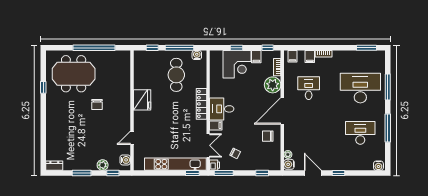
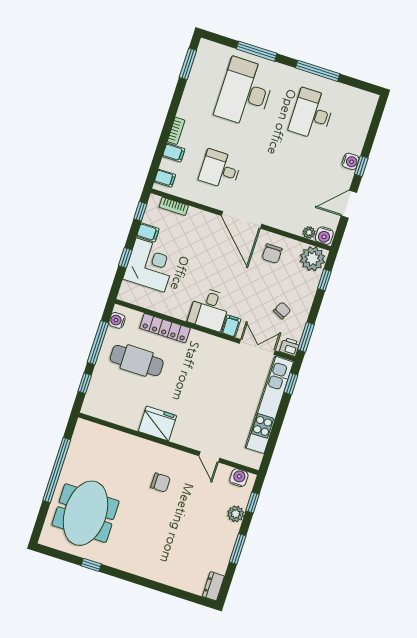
plant: (273, 85) -> (312, 259), moved
chair: (97, 104) -> (160, 483), moved
locker: (201, 104) -> (165, 328), moved
water cooler: (378, 166) -> (350, 161), moved

